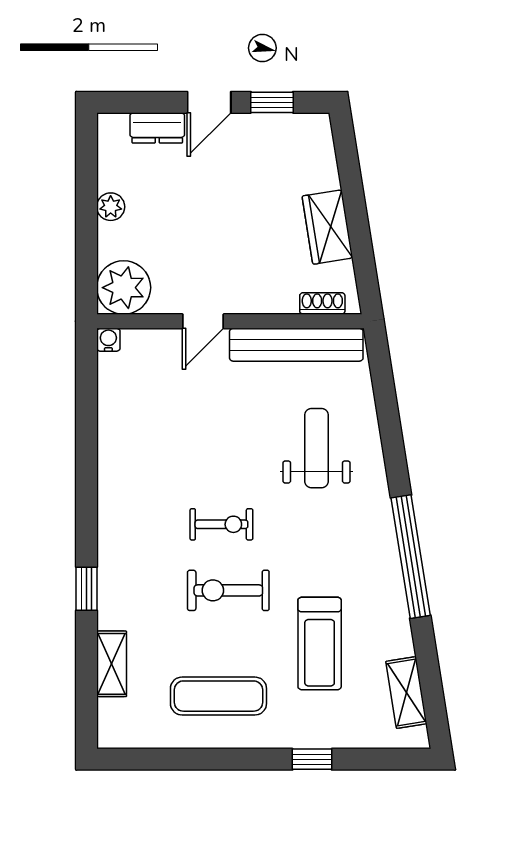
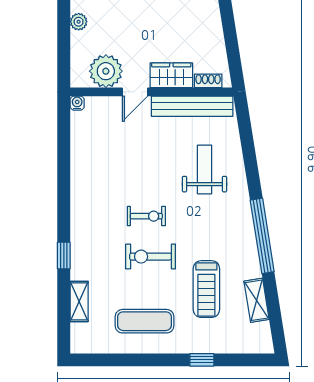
wardrobe: (327, 227) -> (171, 75), moved, turned 99
plant: (124, 288) -> (106, 71), moved
shelving: (406, 692) -> (257, 300), moved

